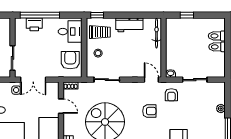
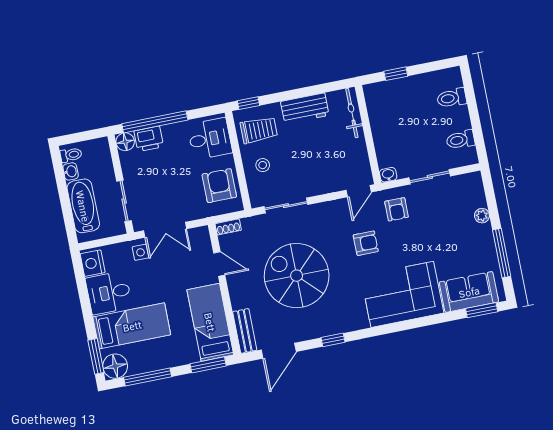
floor lamp: (20, 23) -> (125, 142), added
toilet: (217, 47) -> (460, 140), moved
door: (151, 80) -> (359, 191), swing flipped

